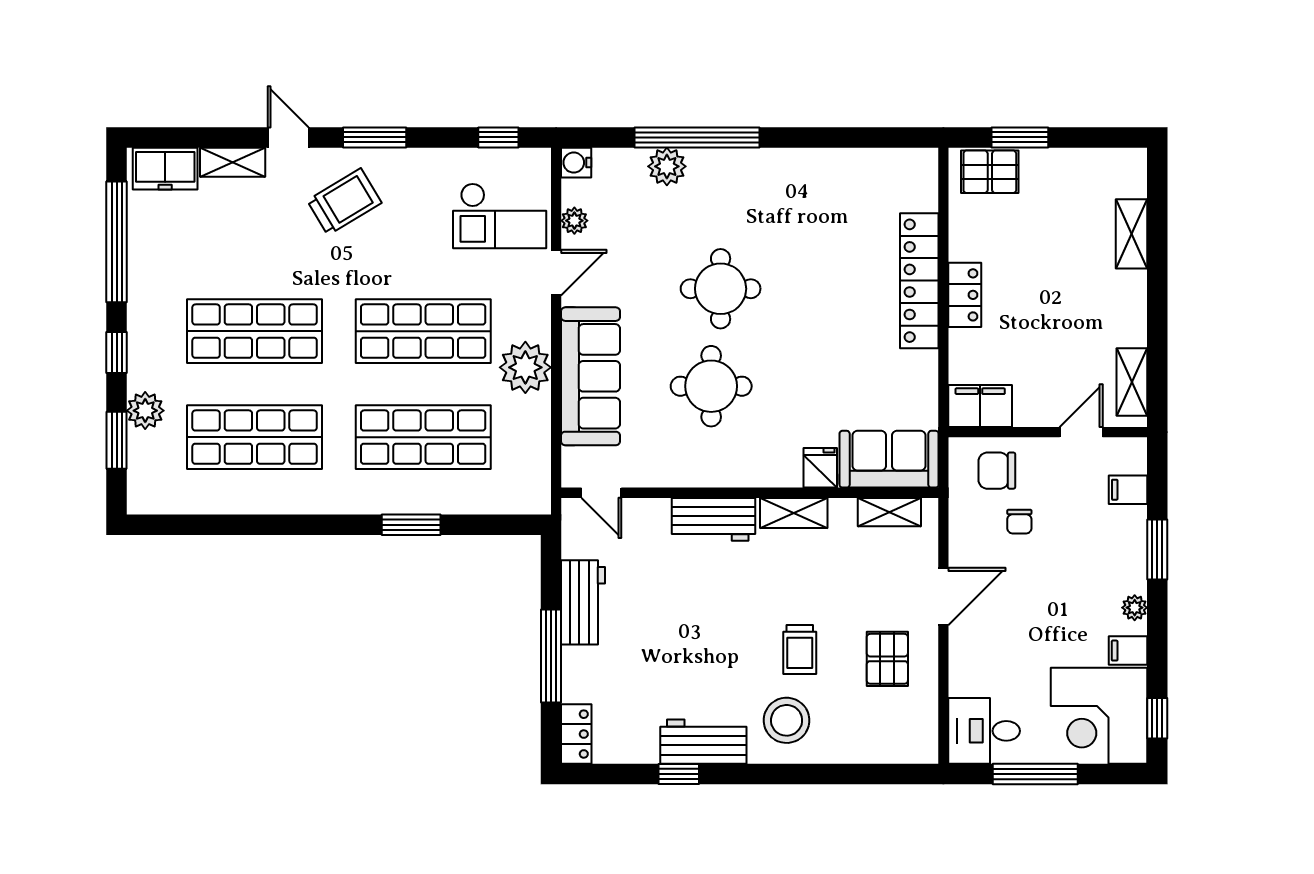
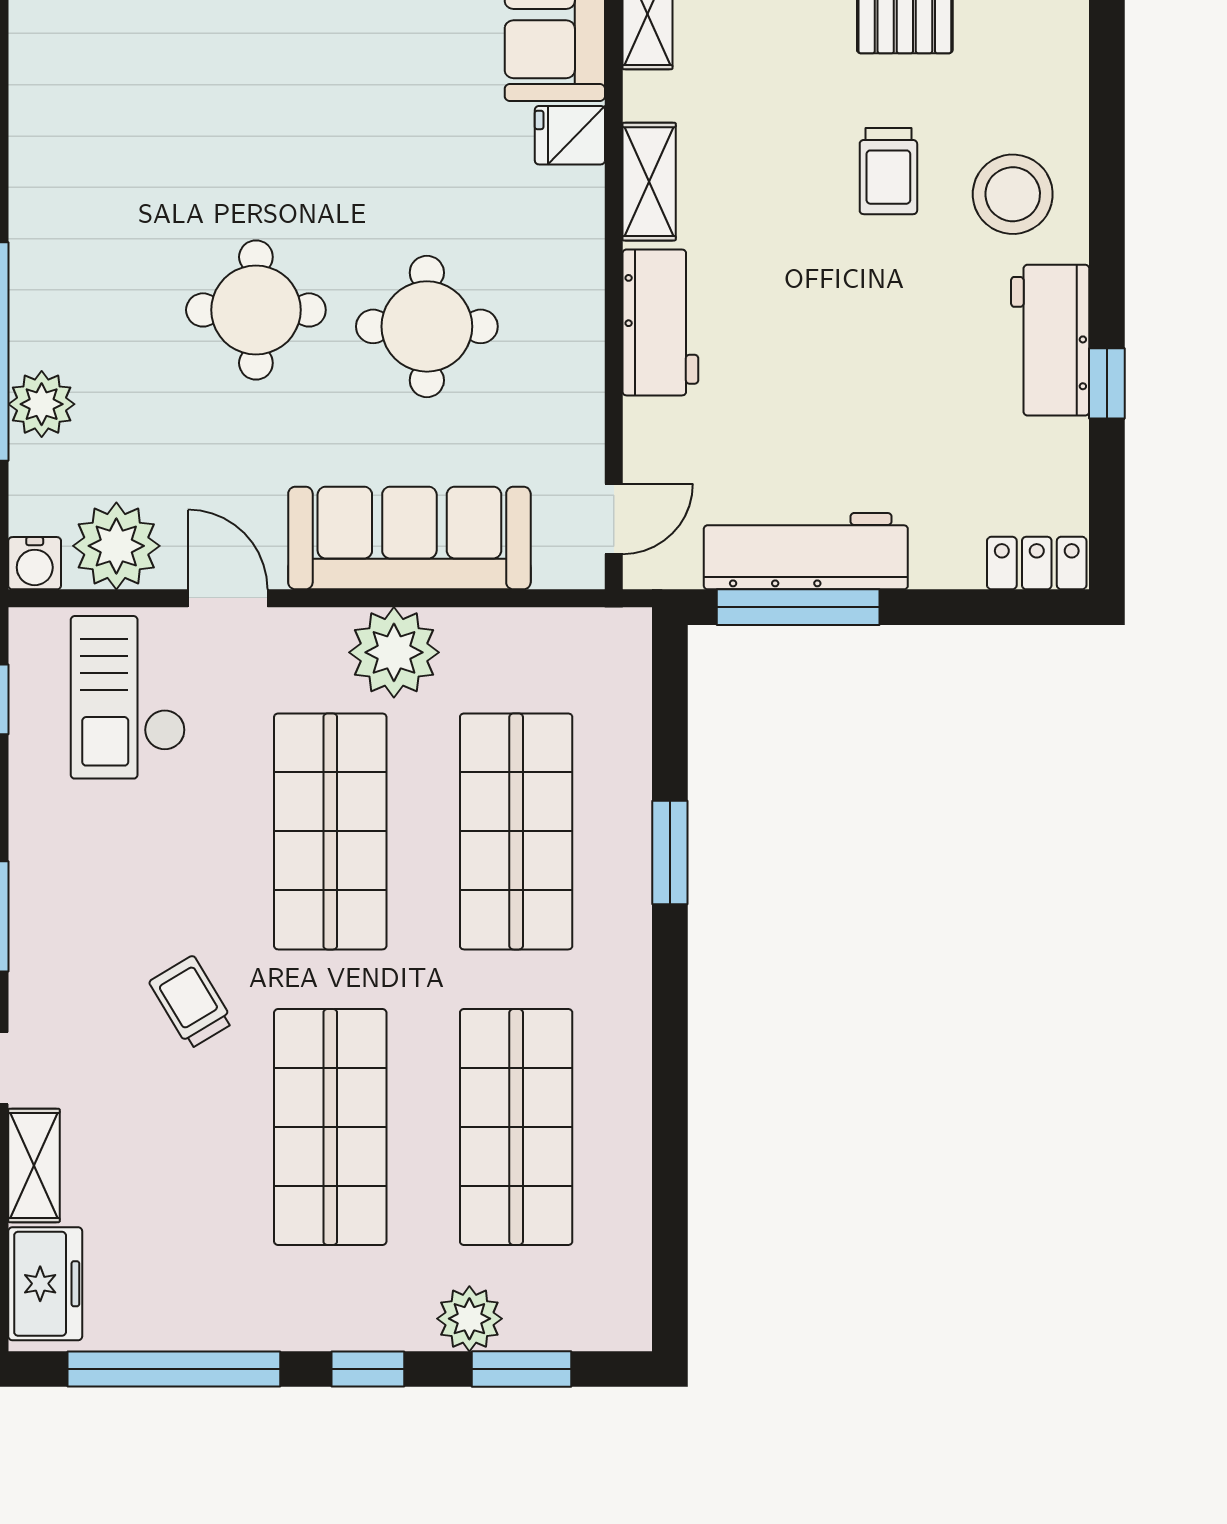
trolley: (344, 202) -> (191, 1002), moved, width x0.73, depth x0.72
checkout: (500, 216) -> (128, 697), turned 180
plant: (574, 221) -> (116, 546), width x1.87, depth x1.87
workbench: (583, 602) -> (806, 551), width x1.37
trolley: (800, 649) -> (888, 171), turned 90
window: (551, 656) -> (798, 607), moved

